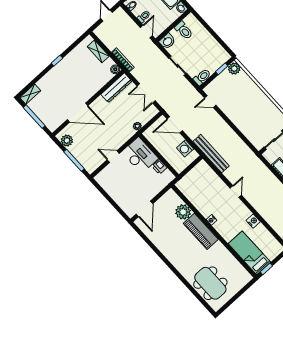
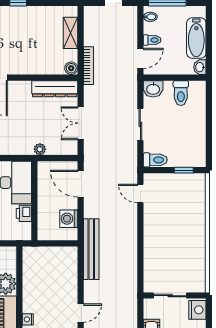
plant: (234, 69) -> (197, 182), removed

